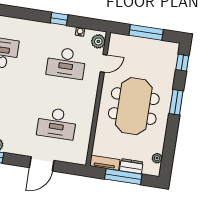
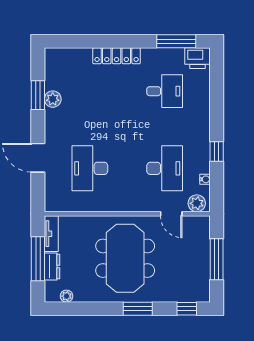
desk: (66, 63) -> (165, 168), turned 180
meeting table: (134, 106) -> (125, 258), turned 90

